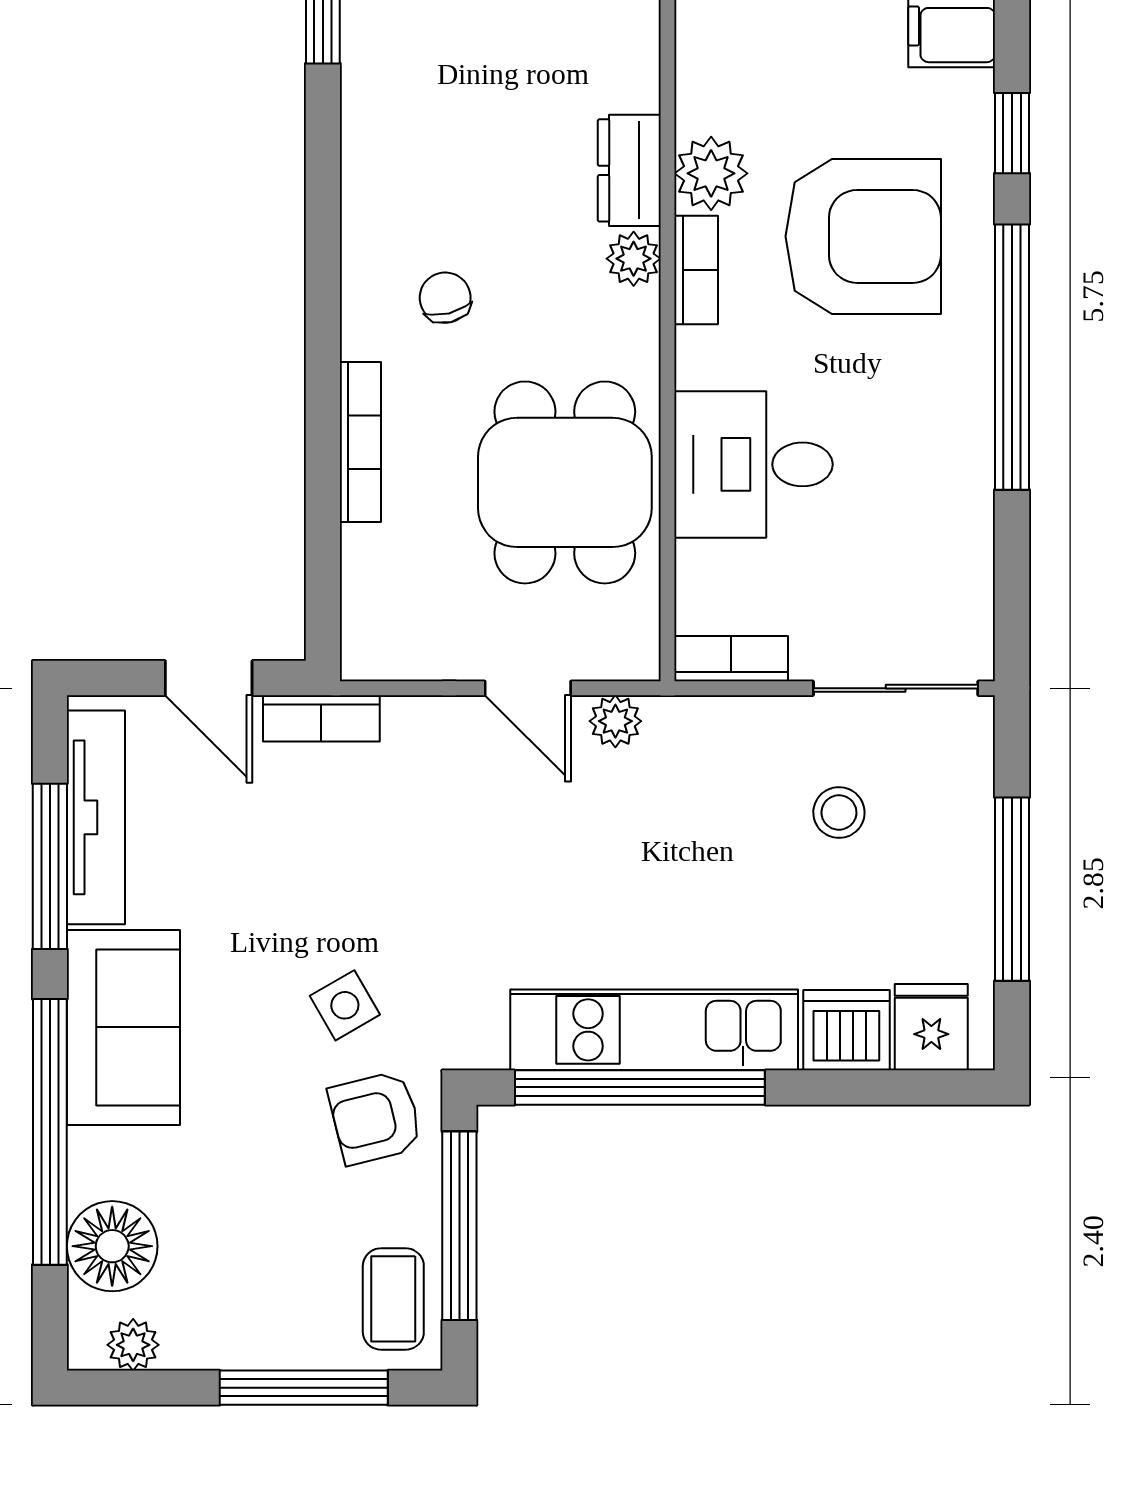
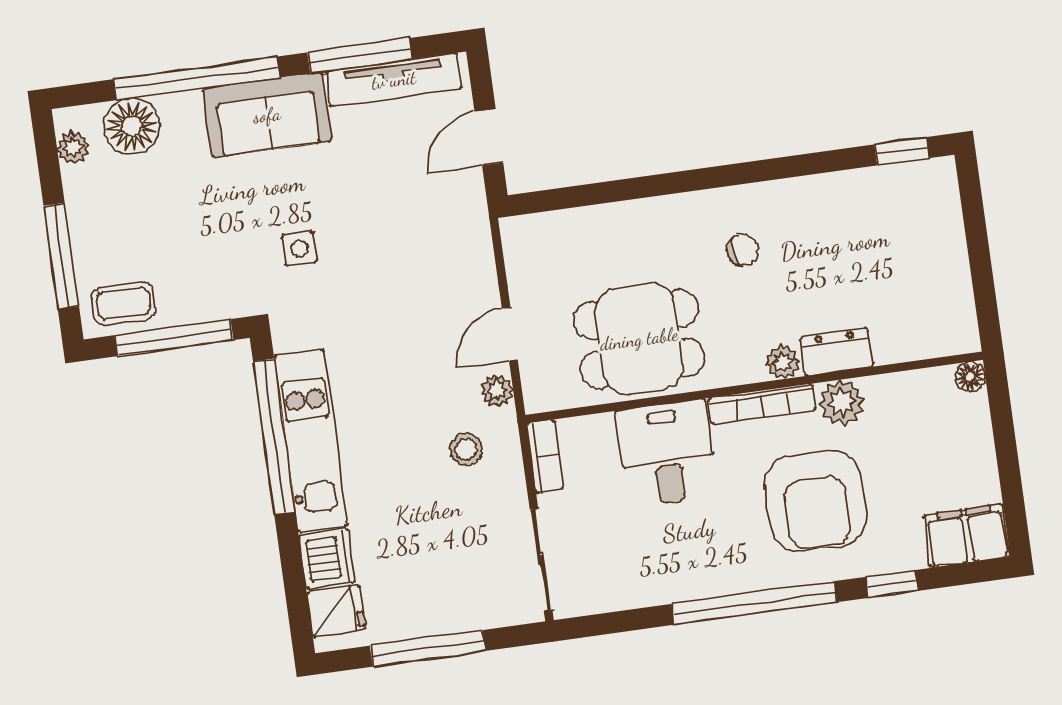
bookcase: (696, 270) -> (762, 404), width x1.56
bookcase: (360, 442) -> (647, 210), removed
bookcase: (321, 718) -> (474, 210), removed
stool: (839, 813) -> (466, 449), moved
side table: (345, 1005) -> (300, 249), turned 30
armchair: (375, 1118) -> (233, 277), removed

